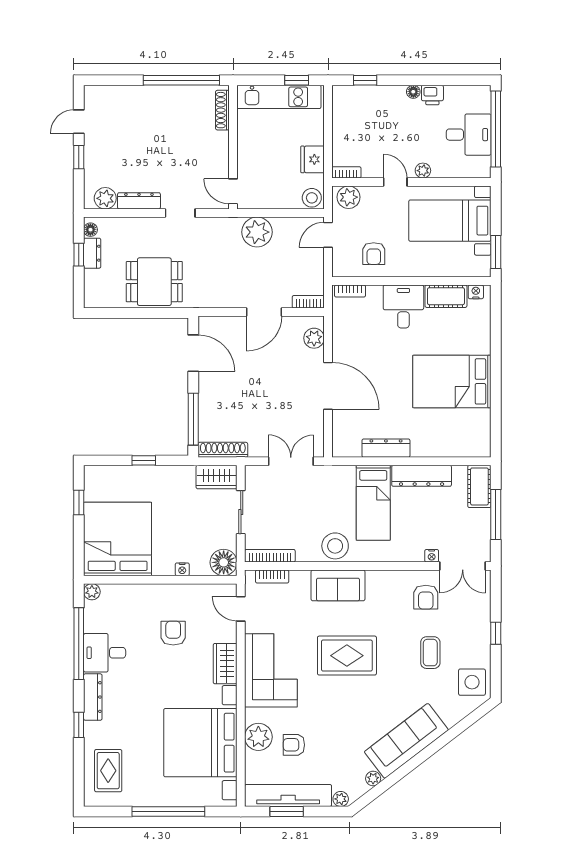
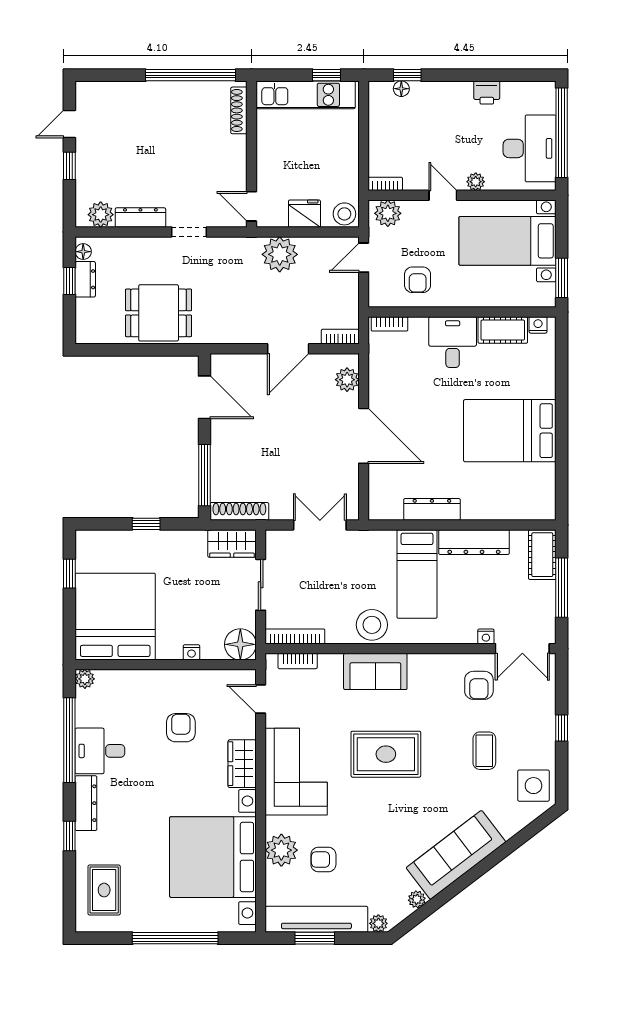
floor lamp: (413, 92) -> (401, 89), moved
desk: (469, 135) -> (530, 148), width x1.37
fridge: (313, 159) -> (304, 214), moved, turned 90

